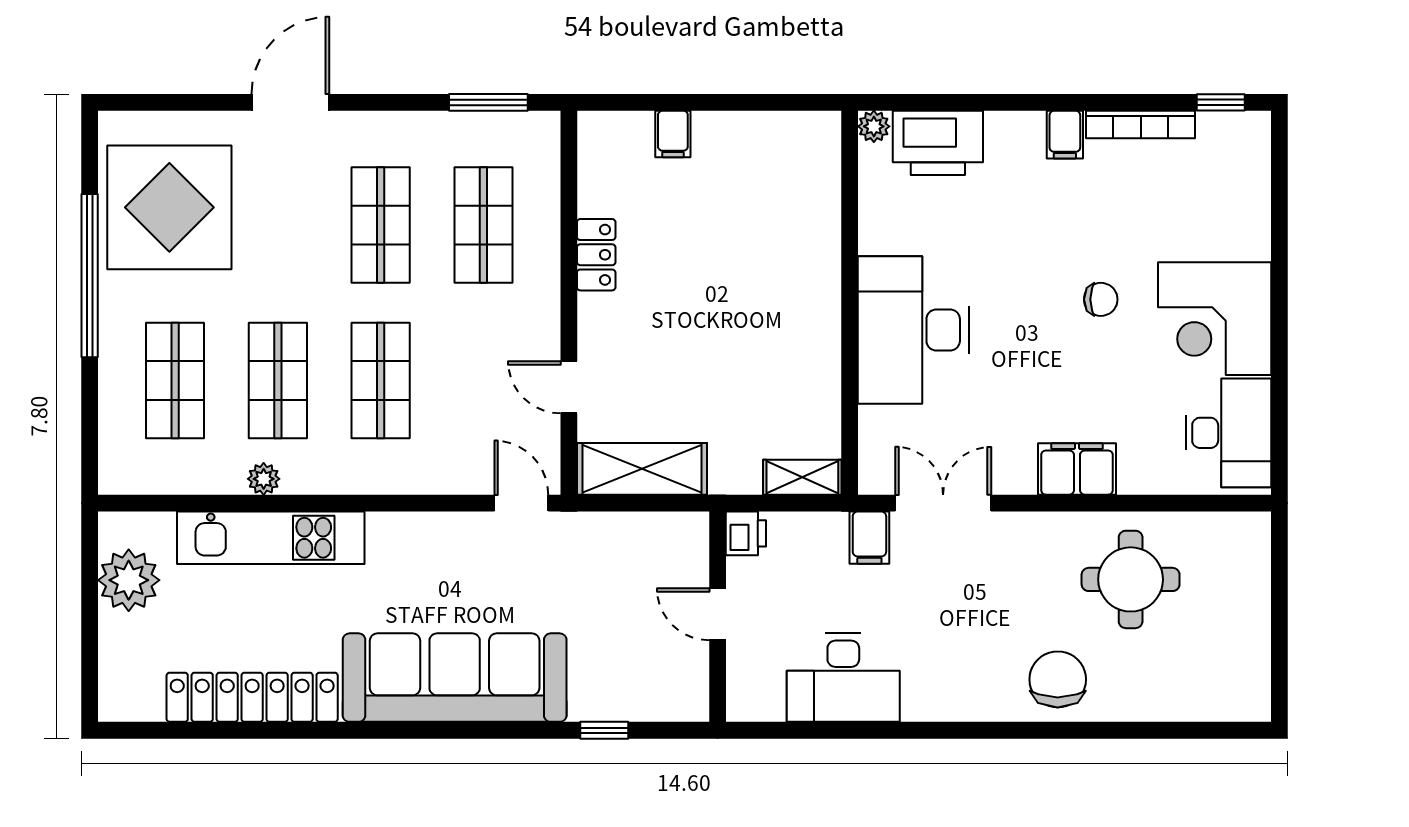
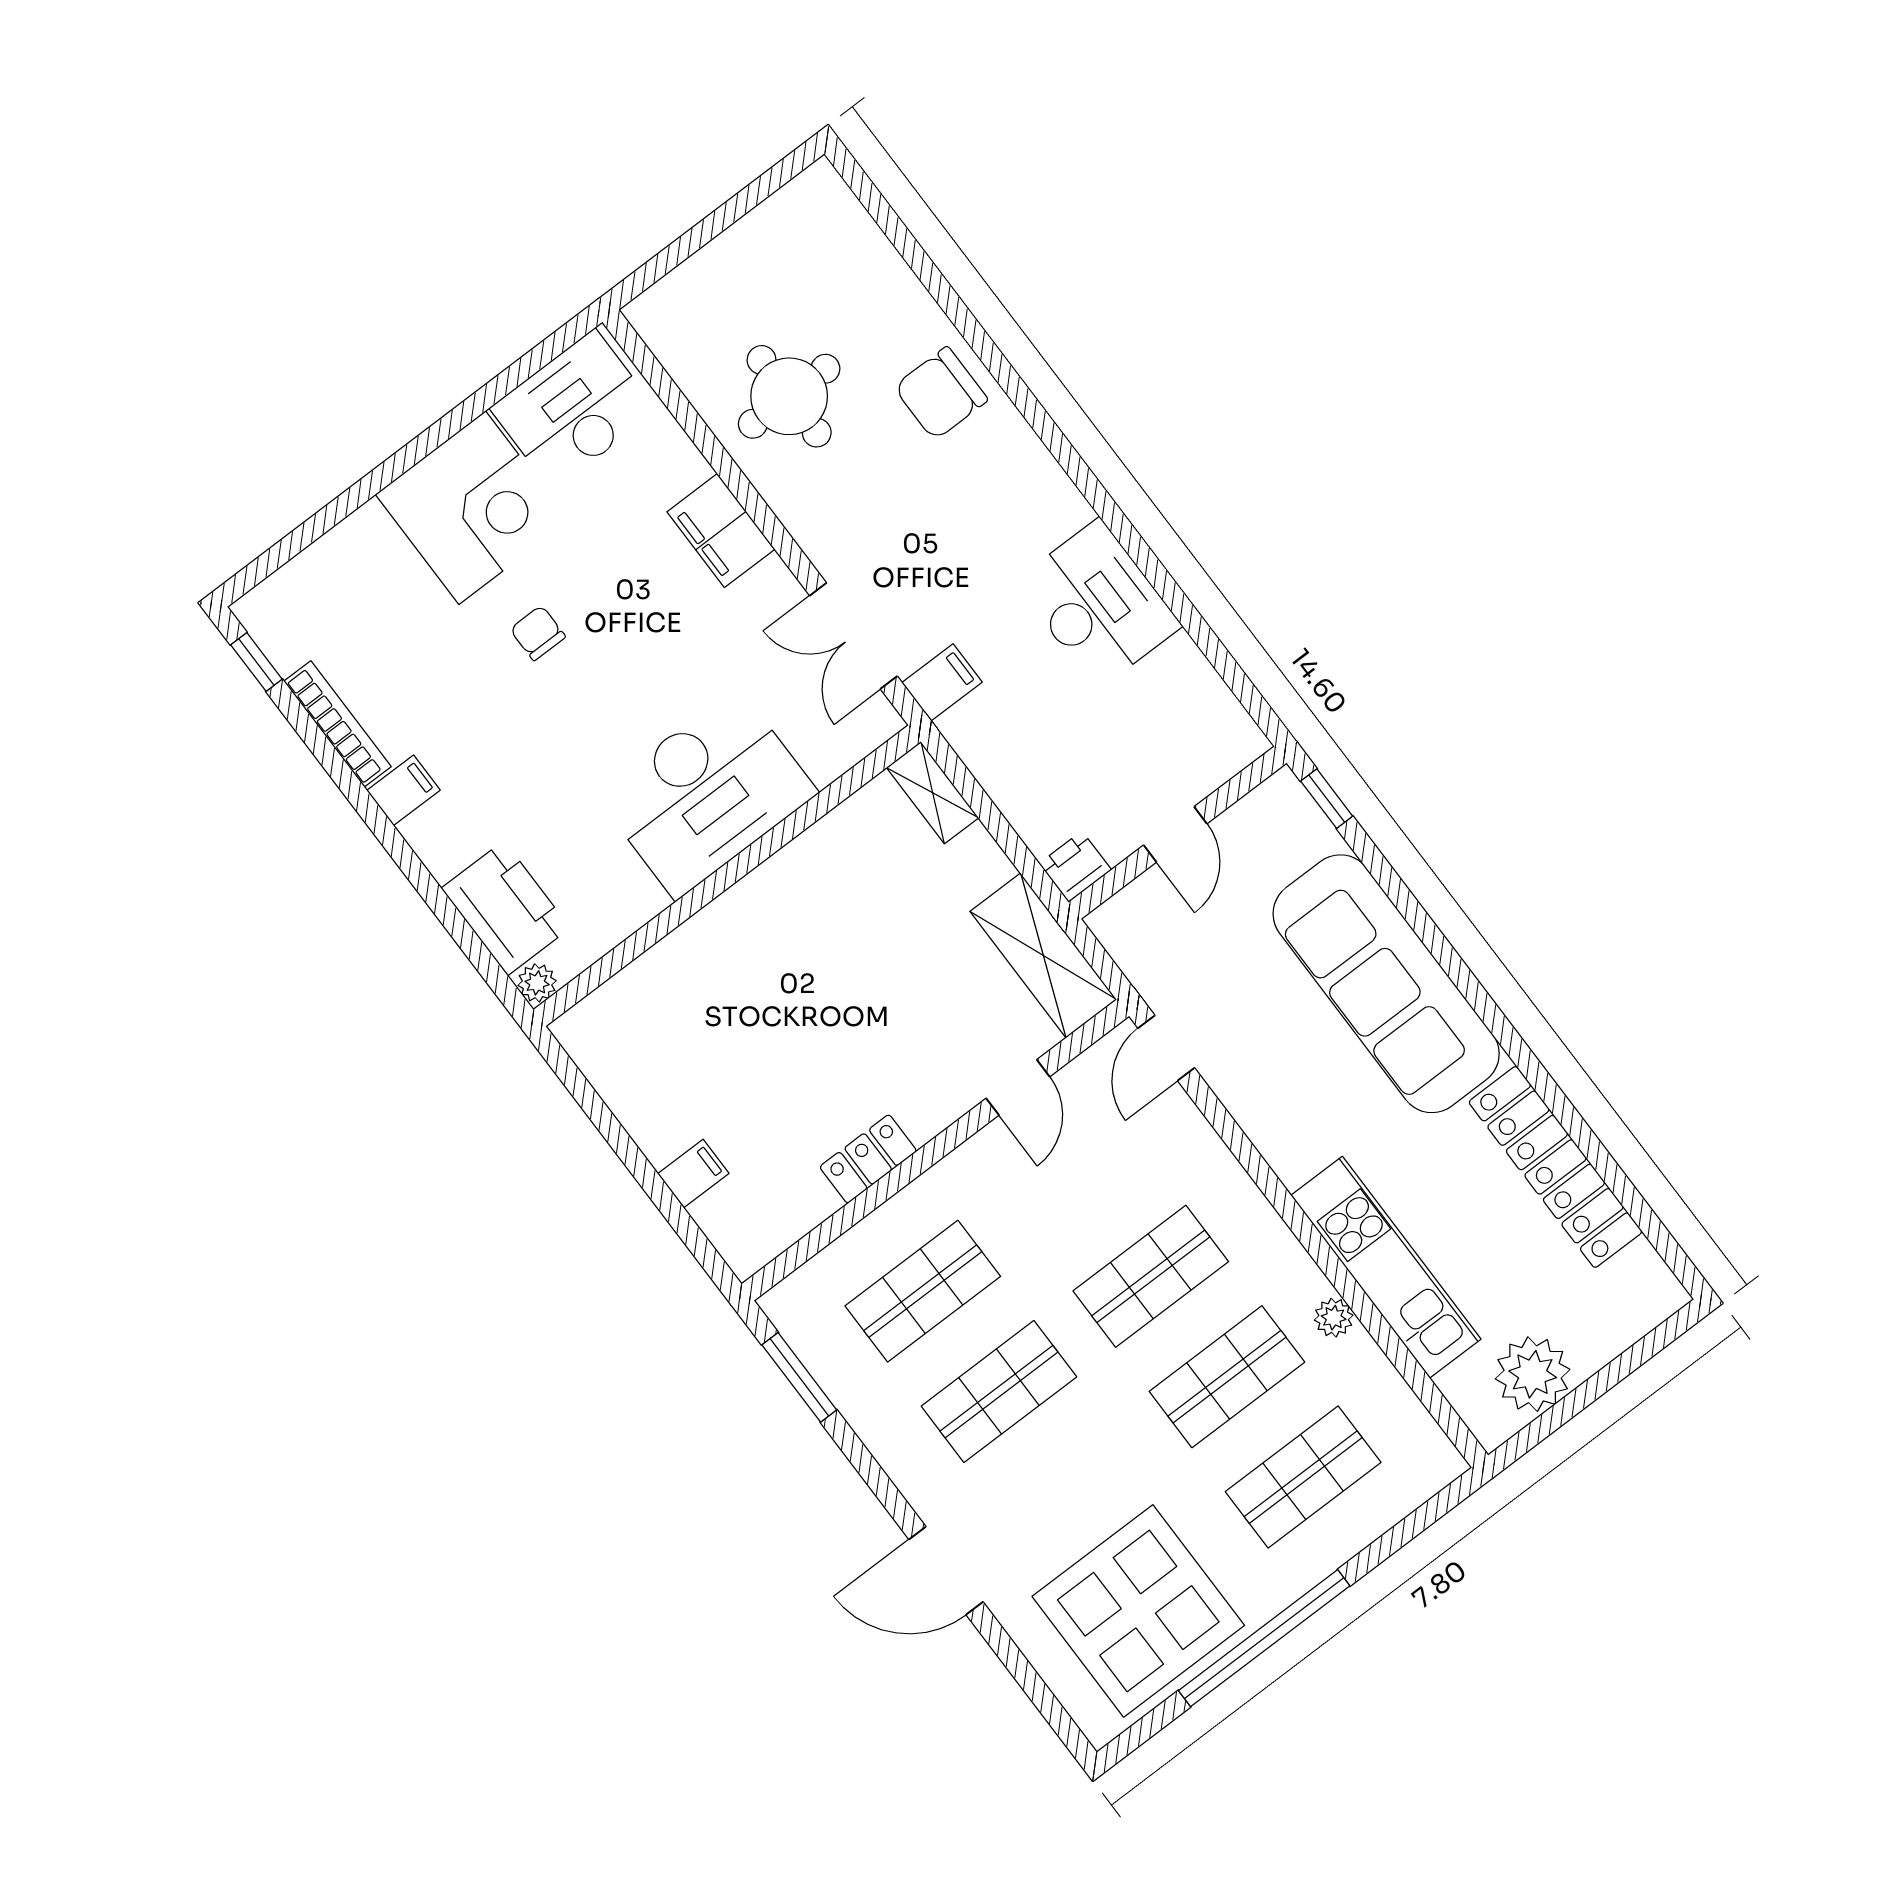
printer: (746, 533) -> (1075, 867), moved
door: (718, 614) -> (1175, 834), moved
wall: (718, 617) -> (1178, 833), moved

